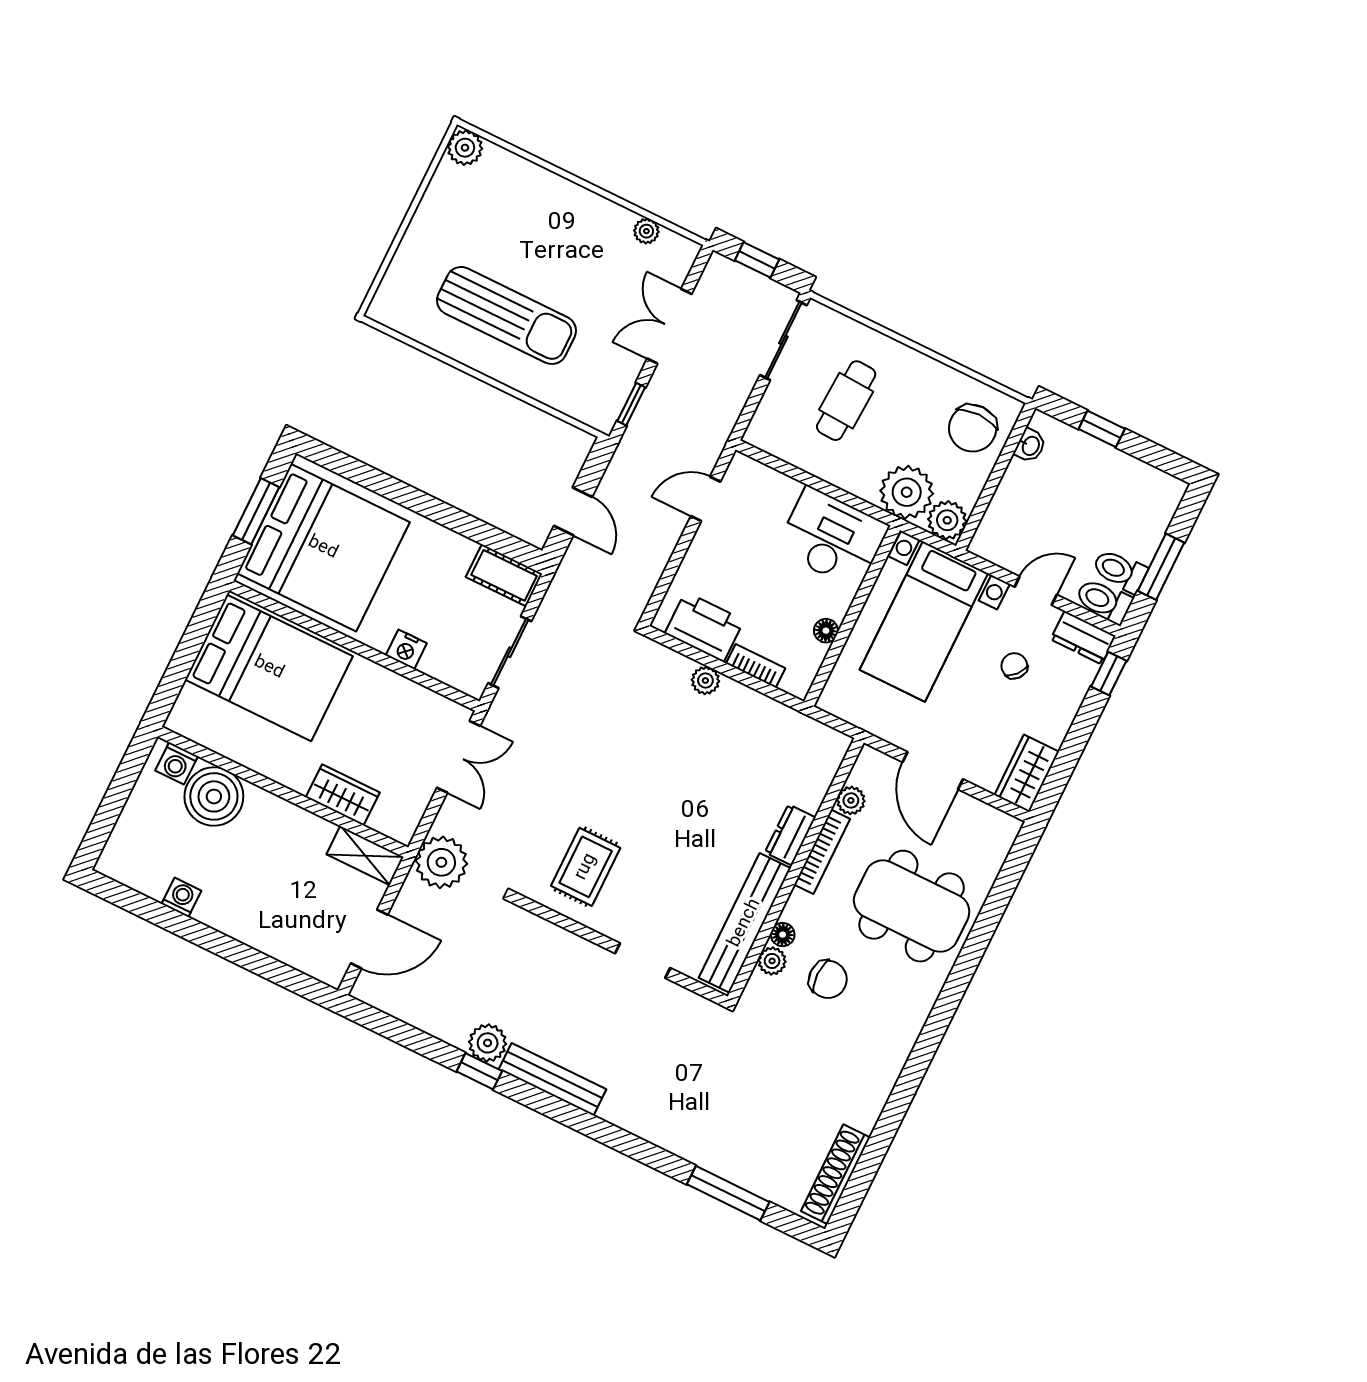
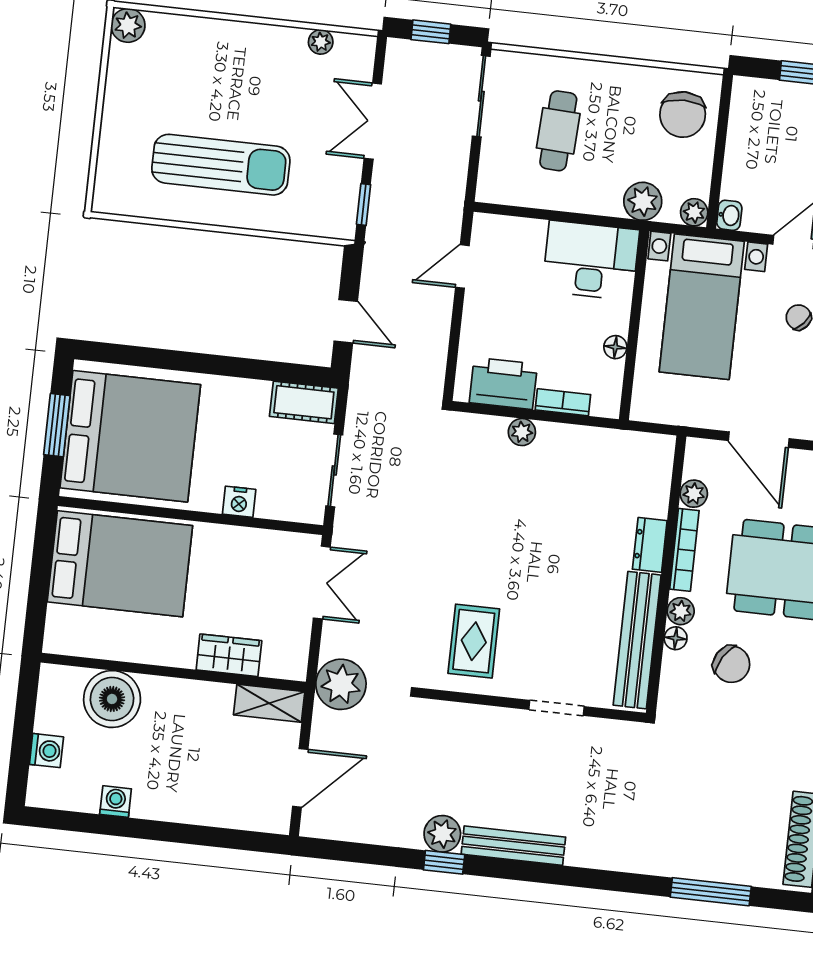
washbasin: (1030, 446) -> (729, 215), moved
plant: (907, 492) -> (643, 201), width x0.73, depth x0.73
plant: (947, 520) -> (694, 212), width x0.73, depth x0.73
washing machine: (177, 763) -> (46, 751), moved, turned -90
plant: (772, 961) -> (681, 611), moved
chair: (828, 979) -> (731, 664), turned 31

